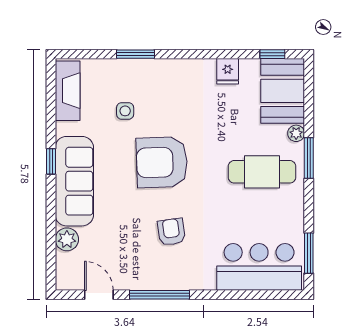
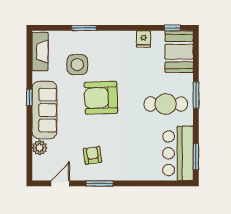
side table: (125, 111) -> (77, 65), width x1.87, depth x1.87
plant: (296, 133) -> (188, 79), removed
armchair: (171, 232) -> (92, 155), moved
bar counter: (259, 267) -> (178, 153), moved, turned -90
door: (99, 295) -> (60, 183), hinge flipped
window: (160, 295) -> (100, 183), width x0.69

